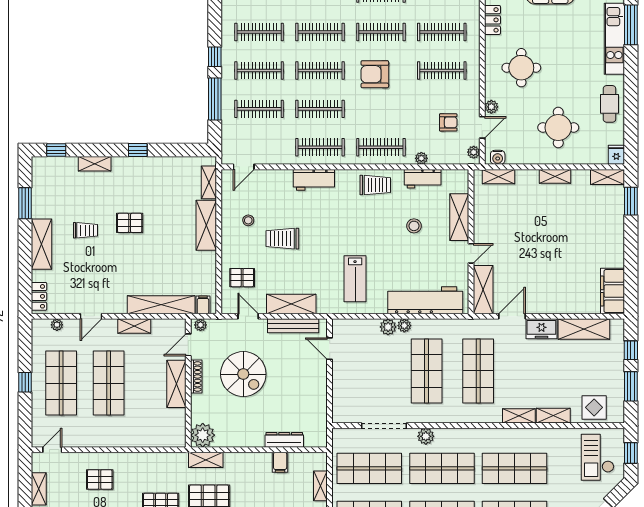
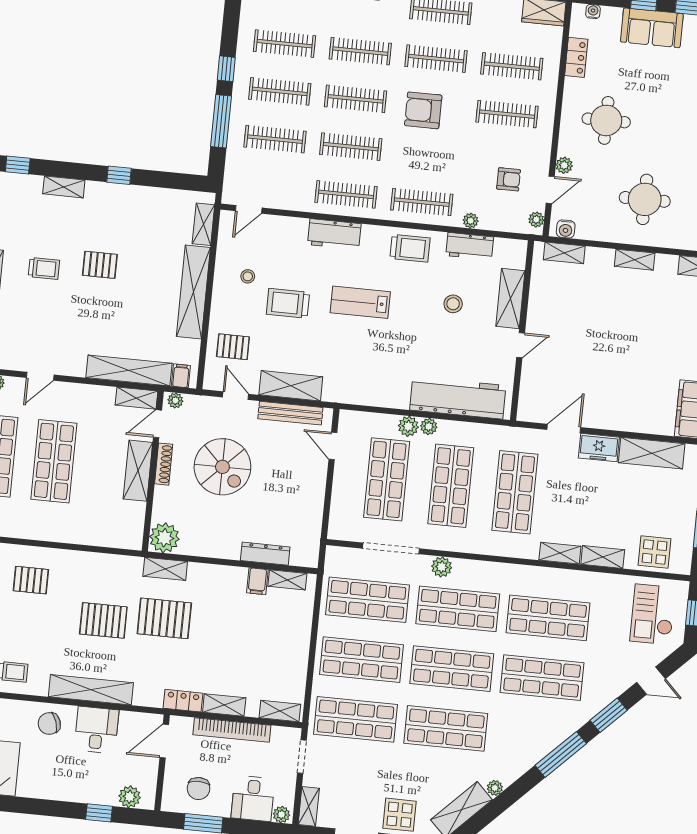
shelving: (206, 225) -> (193, 292), width x1.47
lab bench: (355, 279) -> (360, 302), moved, turned 90
shelving: (483, 290) -> (531, 392), removed
shelving: (134, 326) -> (136, 398), moved
shop shelf: (375, 371) -> (387, 479), added
shelving: (320, 486) -> (287, 580), moved, turned 90

